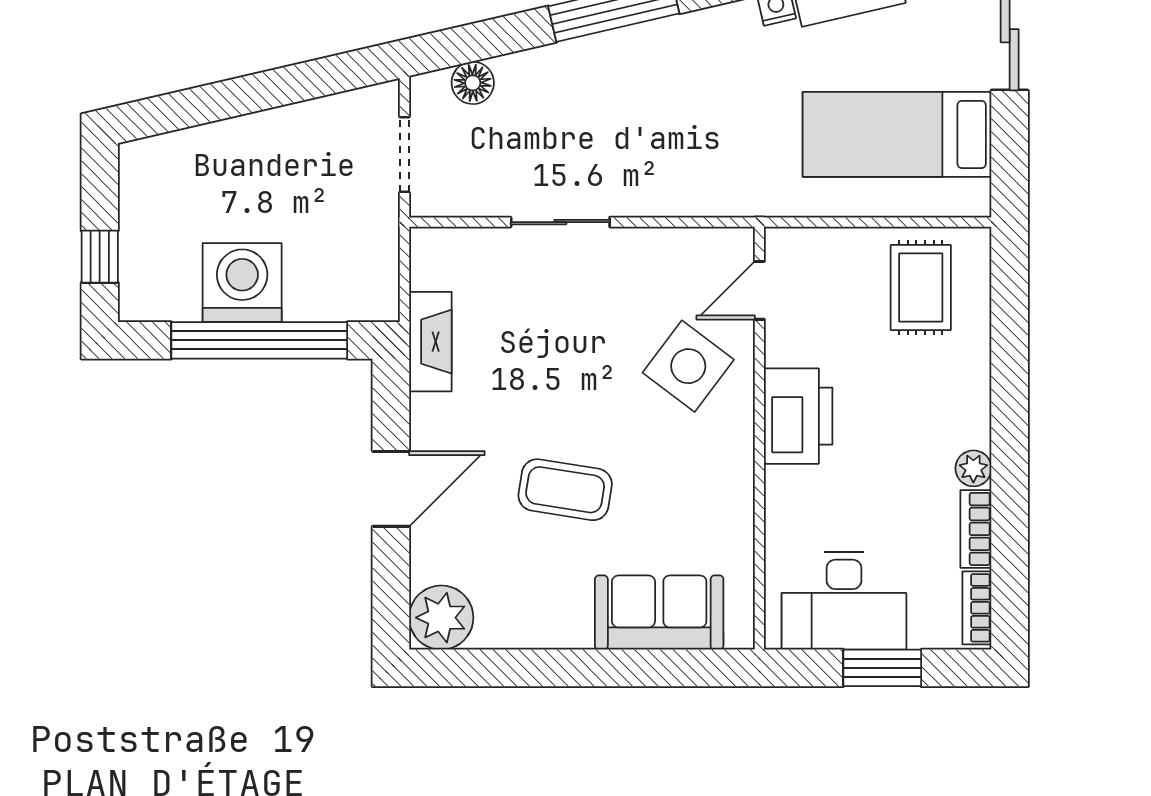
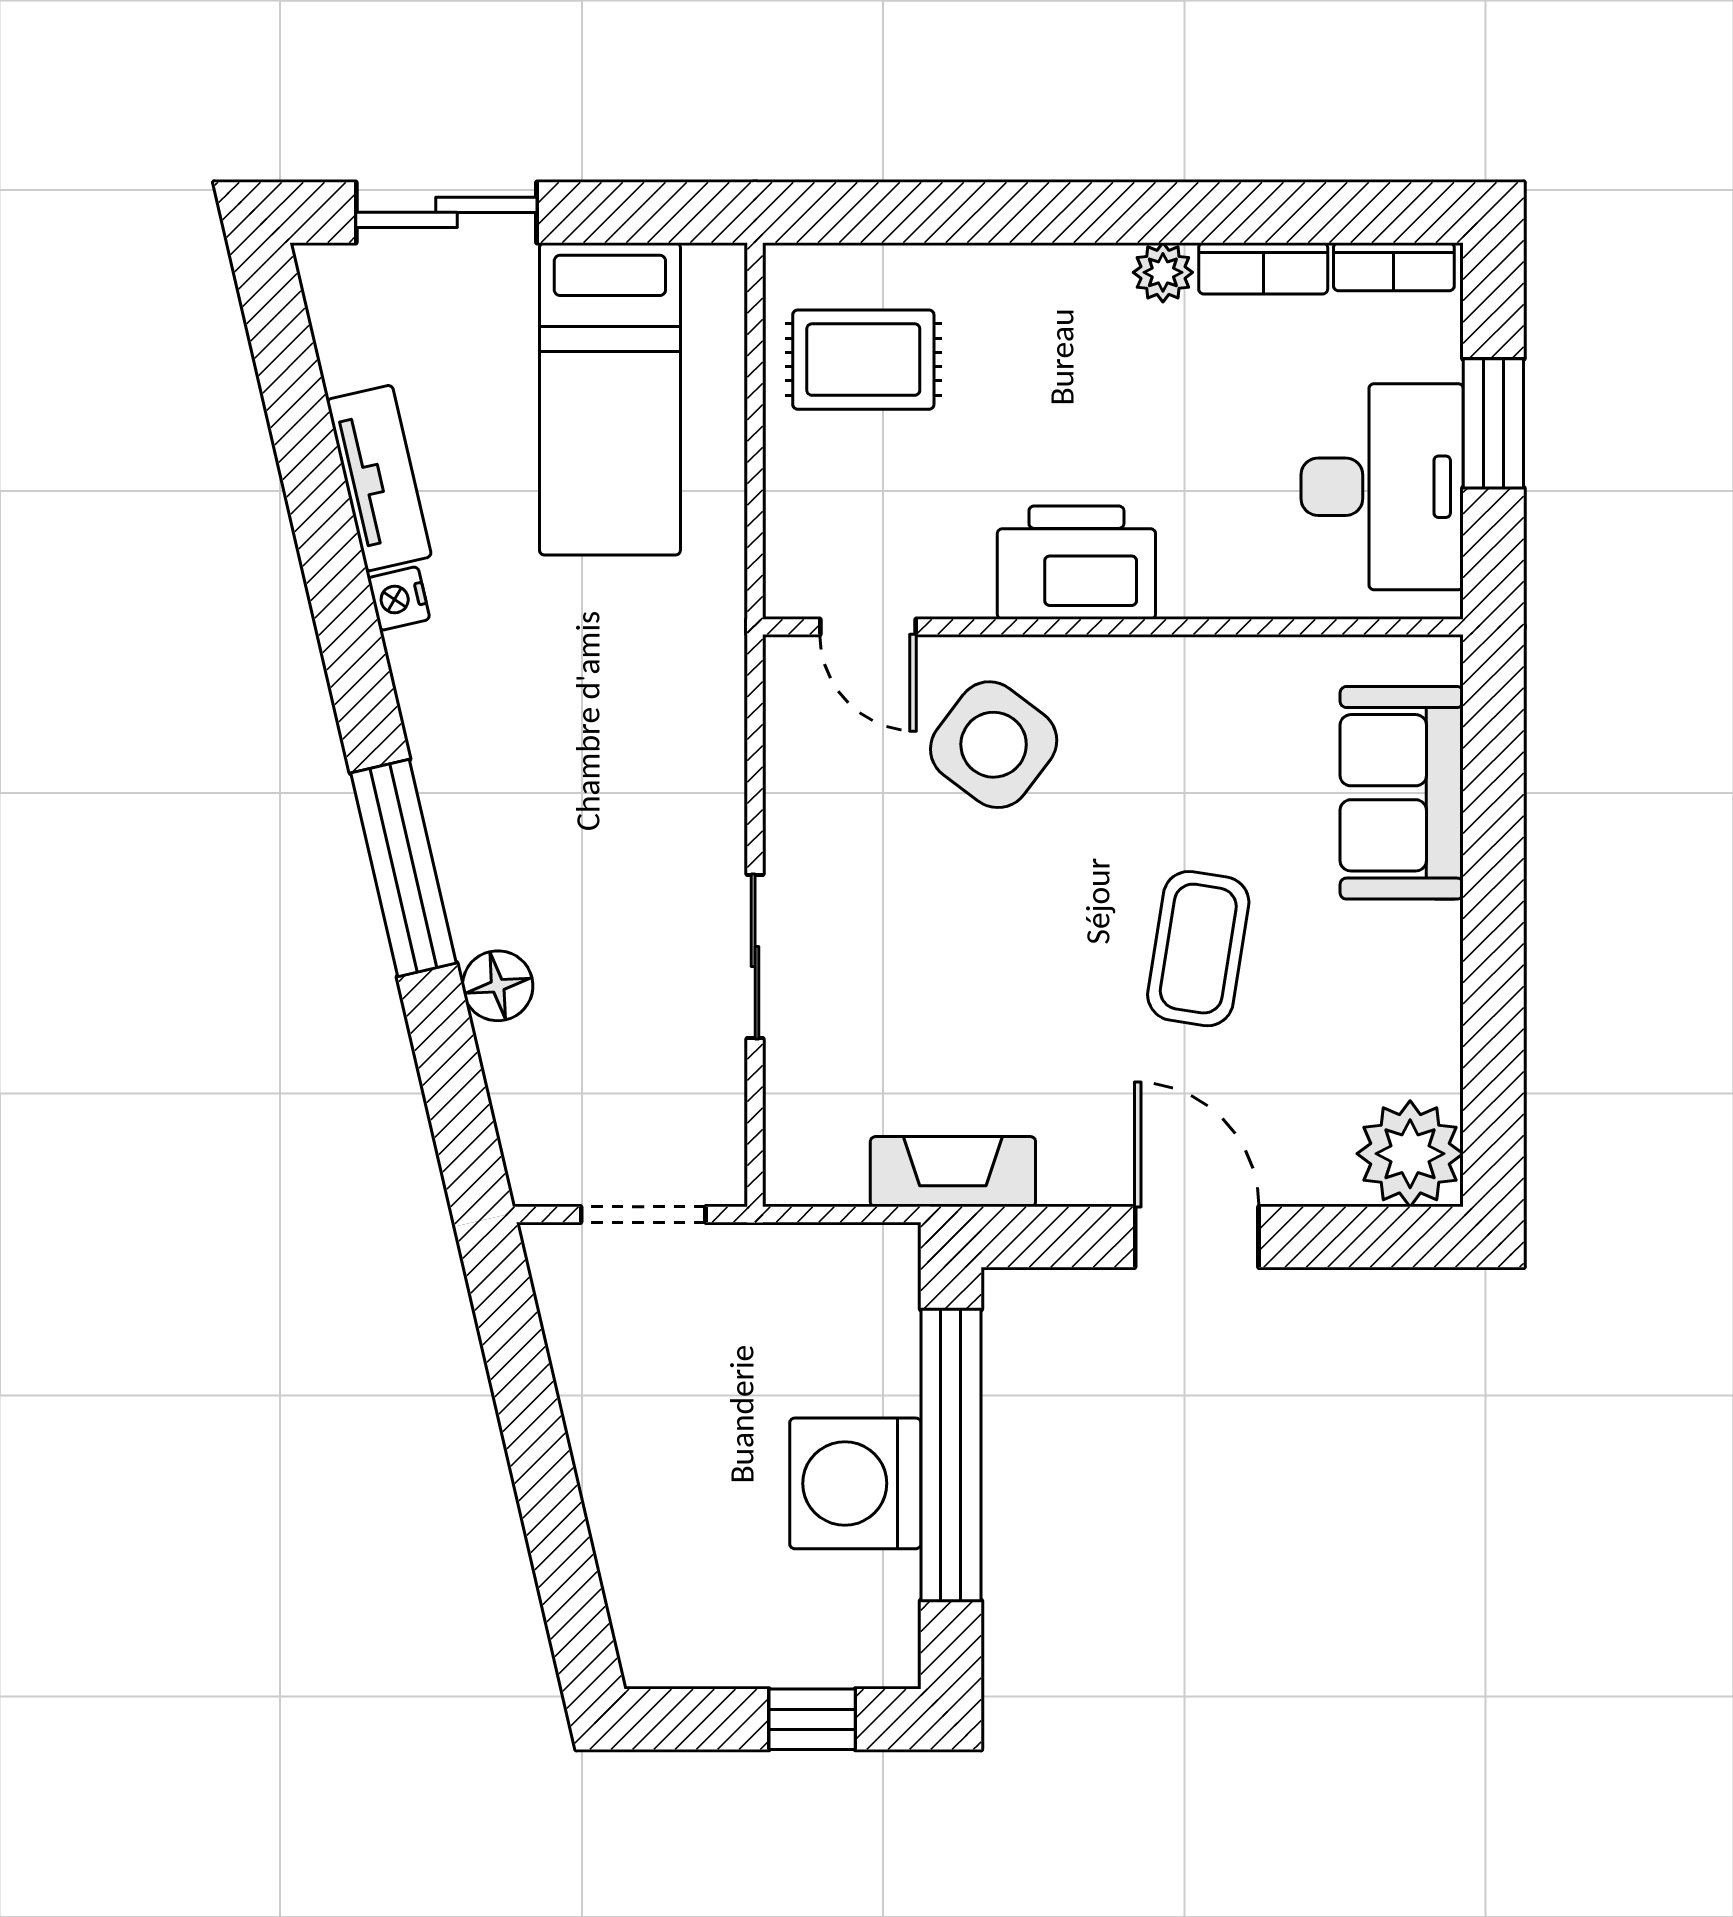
floor lamp: (473, 83) -> (498, 986), moved

